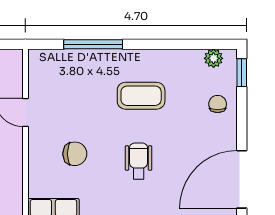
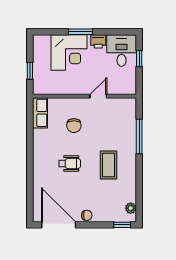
chair: (218, 104) -> (87, 215), moved

